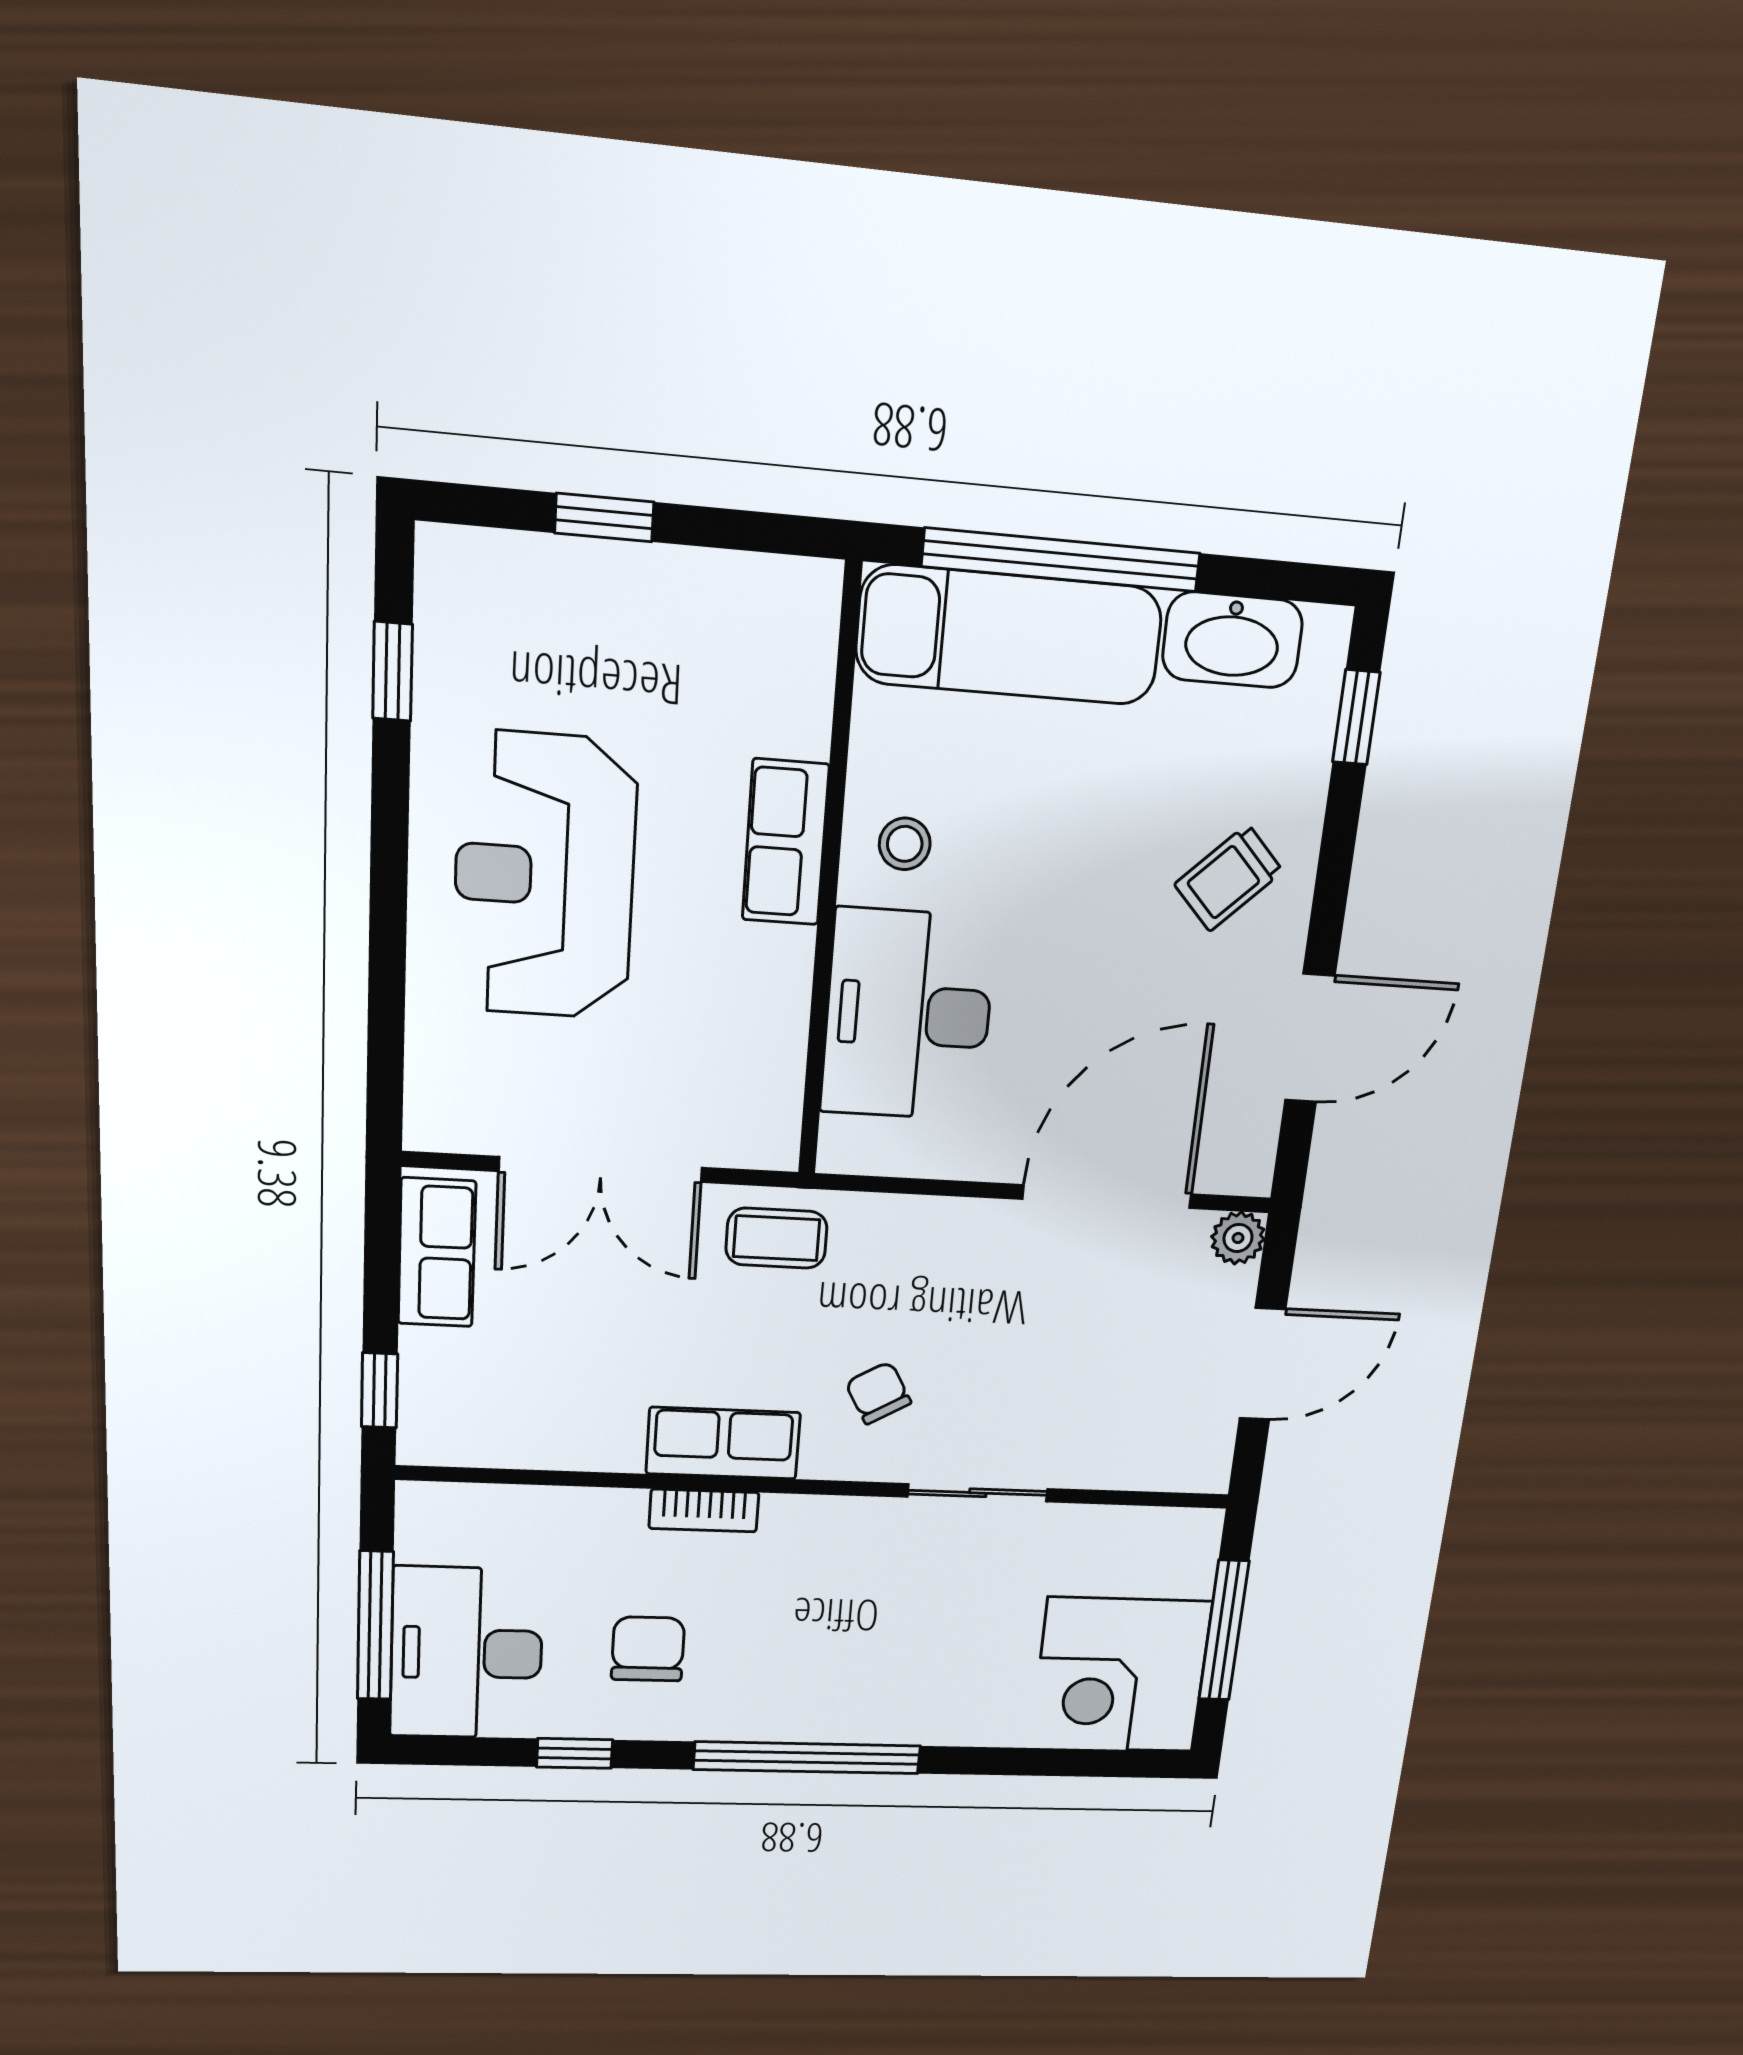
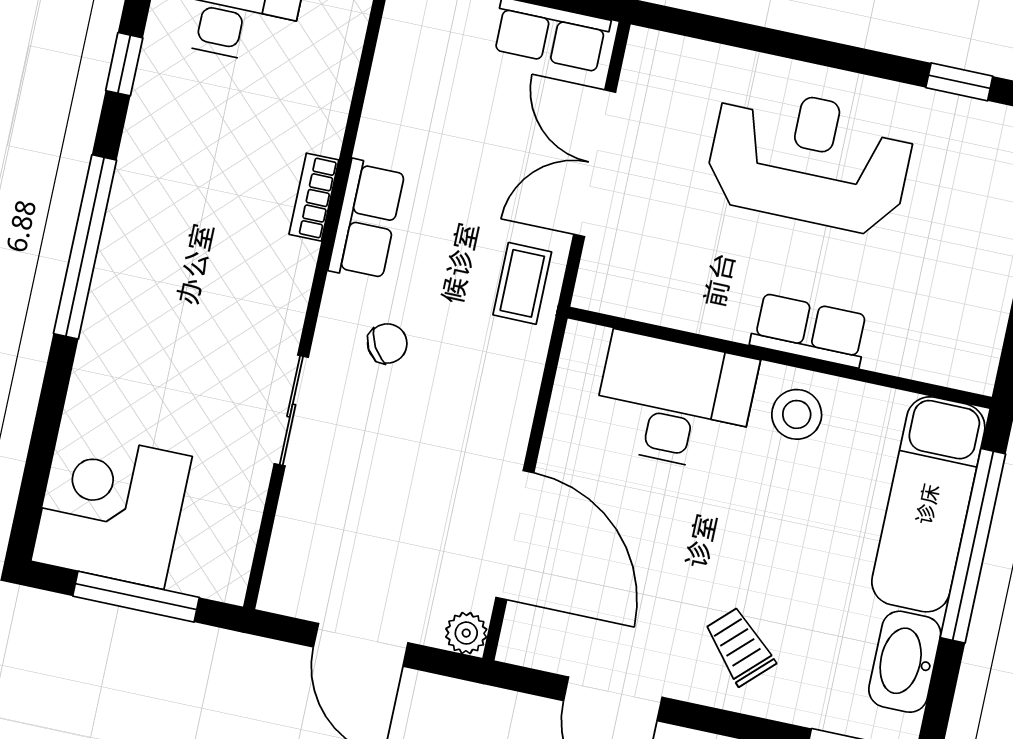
stool: (905, 844) -> (797, 414), width x1.37, depth x1.37
chair: (648, 1649) -> (205, 136), removed

